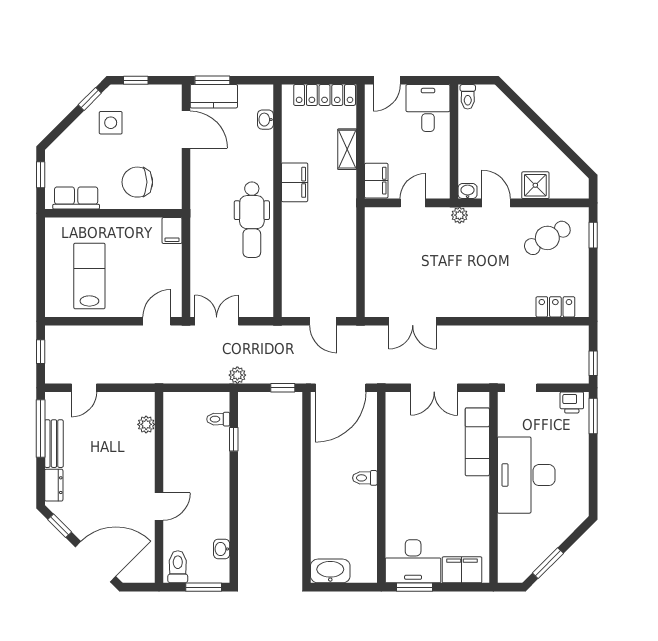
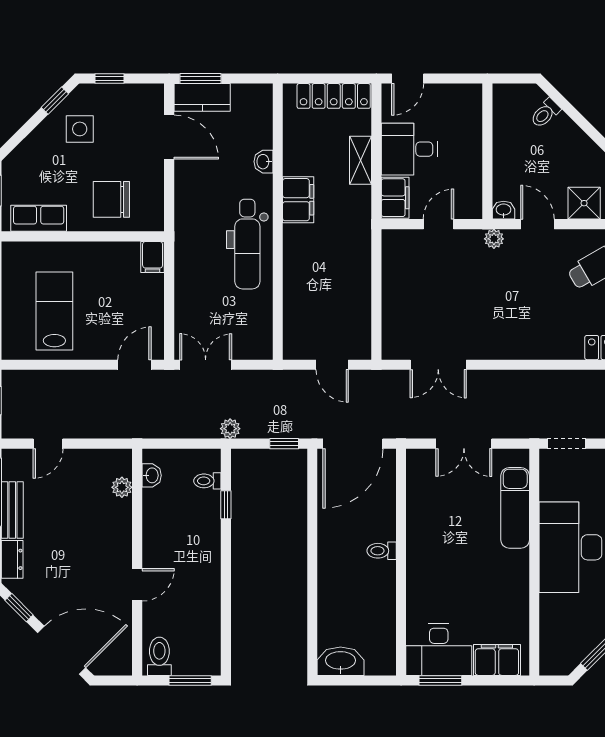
toilet: (468, 97) -> (545, 113), moved, turned 45
desk: (428, 108) -> (409, 149), moved, turned -90
washbasin: (265, 120) -> (263, 162), moved
washbasin: (222, 549) -> (152, 475), moved, turned 180

